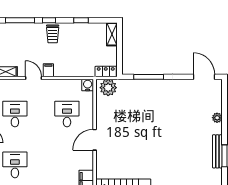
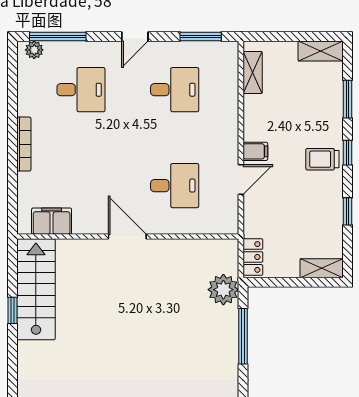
window: (20, 20) -> (347, 99), width x0.69
door: (34, 78) -> (241, 180), moved
water cooler: (88, 85) -> (228, 224), removed
plant: (108, 88) -> (223, 290), moved

